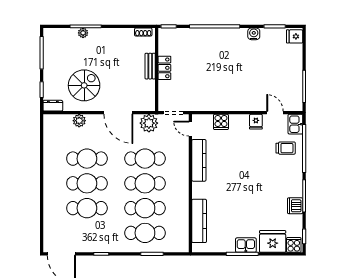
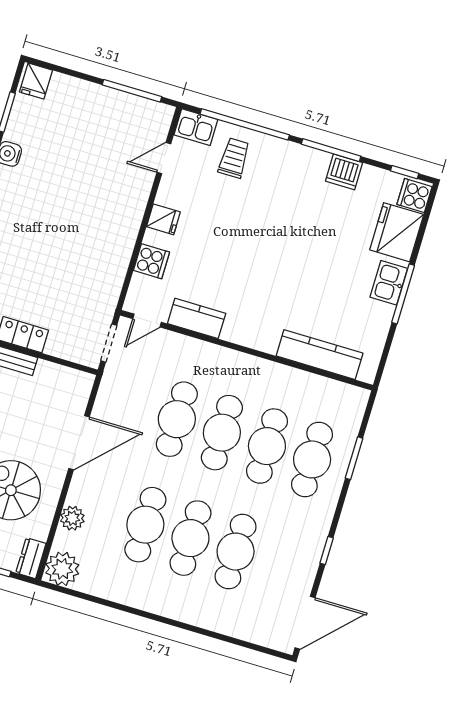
fridge: (256, 122) -> (163, 219), moved
plant: (149, 123) -> (62, 569), moved
kitchen counter: (199, 160) -> (197, 318), width x0.67

